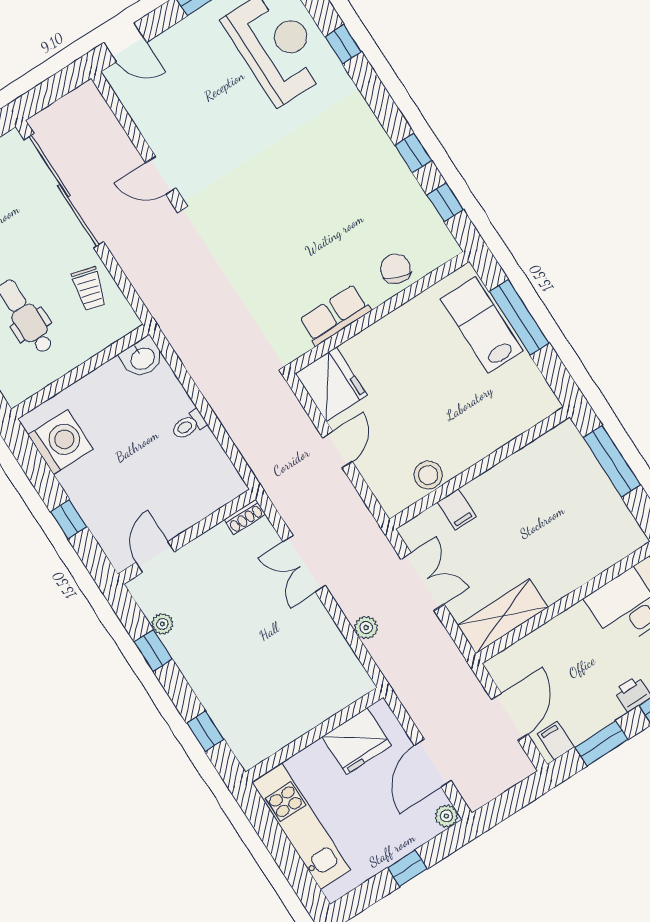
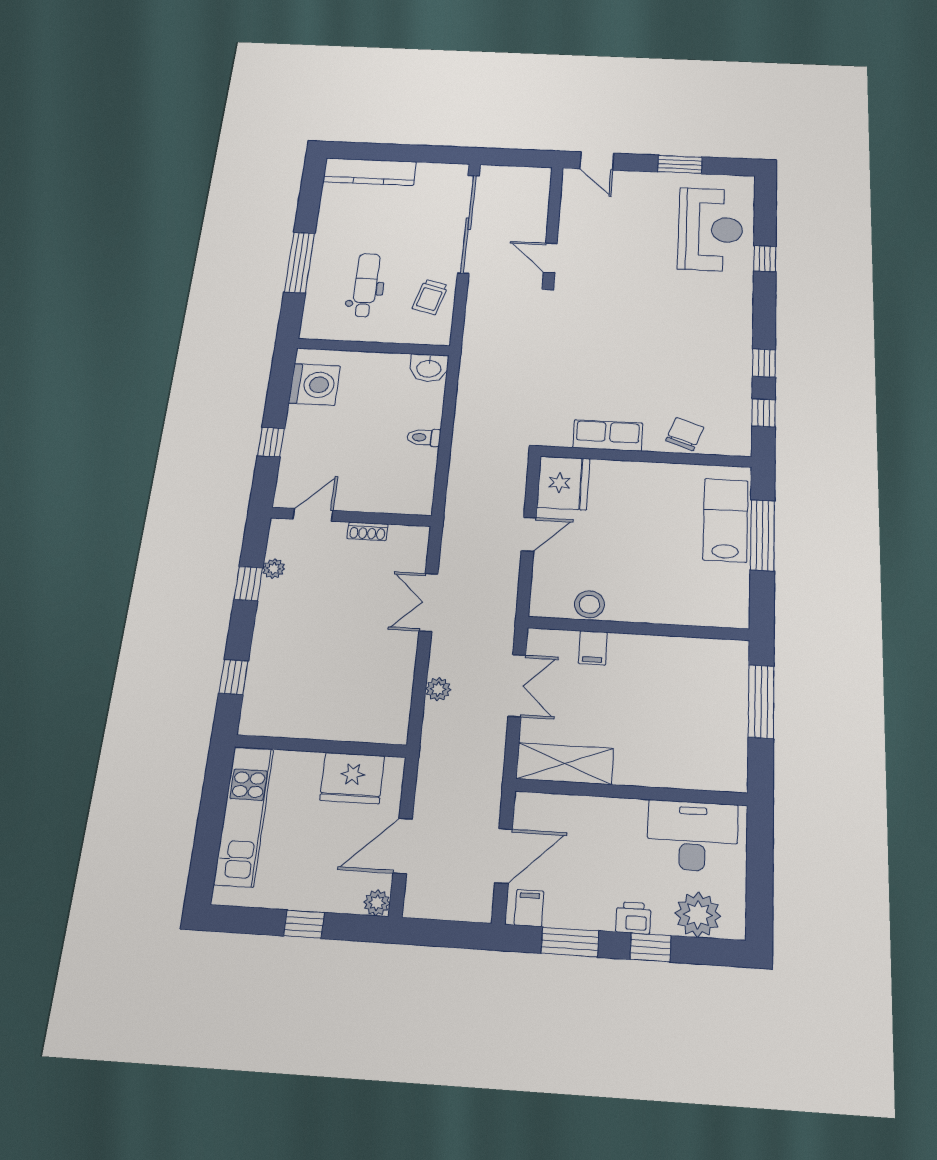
shoe rack: (245, 517) -> (367, 531), moved

